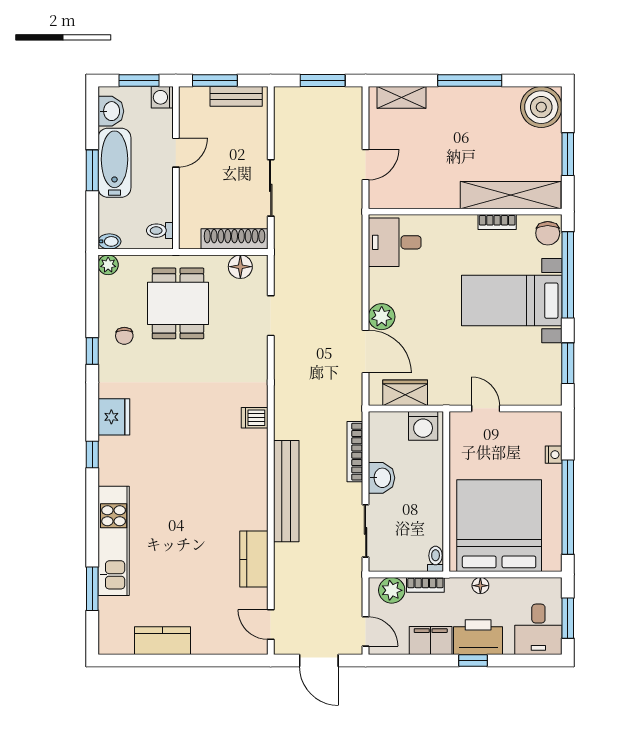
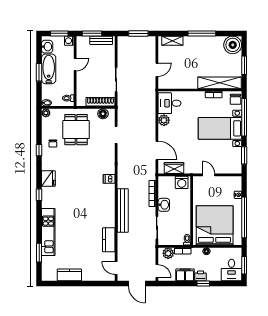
plant: (382, 317) -> (164, 120), moved
printer: (478, 637) -> (201, 276), width x0.53, depth x0.68

